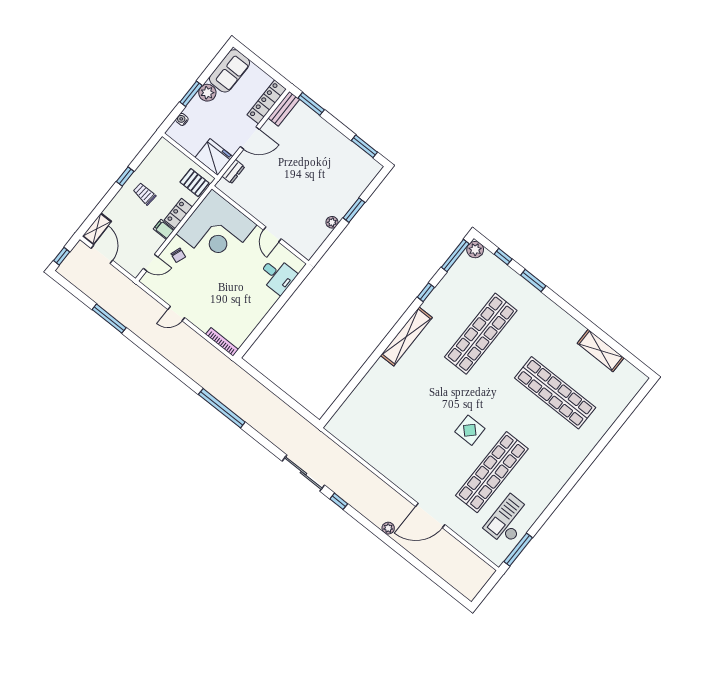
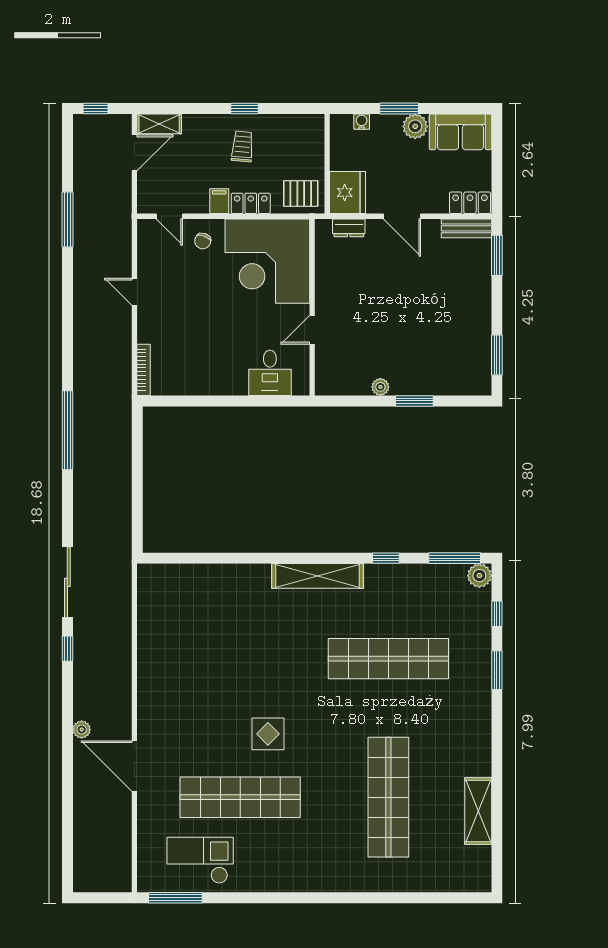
locker: (267, 102) -> (470, 203), width x0.66
pallet: (194, 183) -> (301, 193), turned 90

